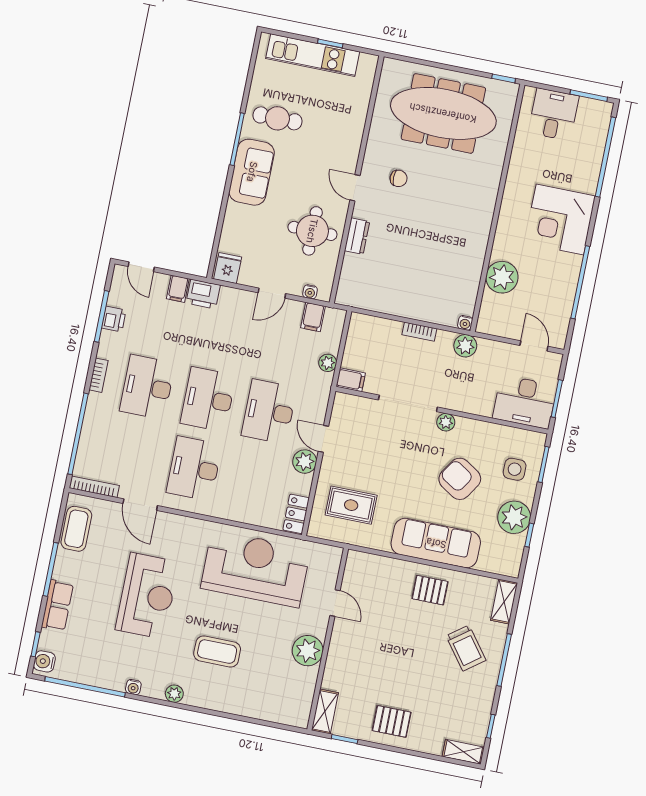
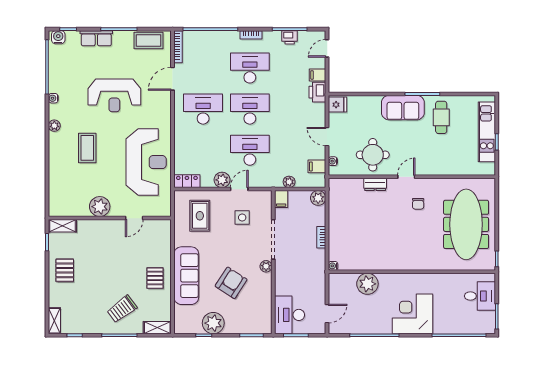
plant: (465, 346) -> (318, 198), moved
side table: (515, 469) -> (242, 217), moved

